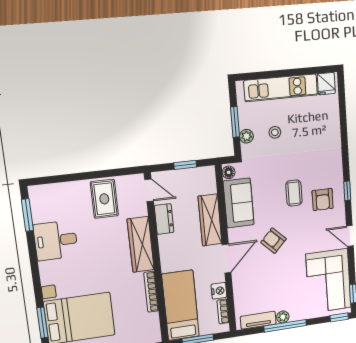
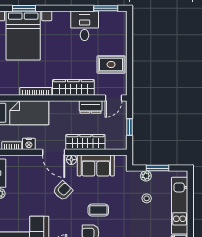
floor lamp: (229, 172) -> (71, 160), moved

